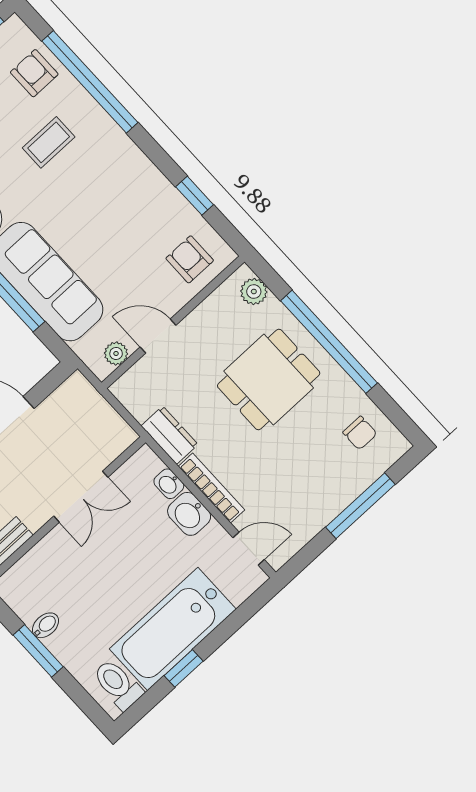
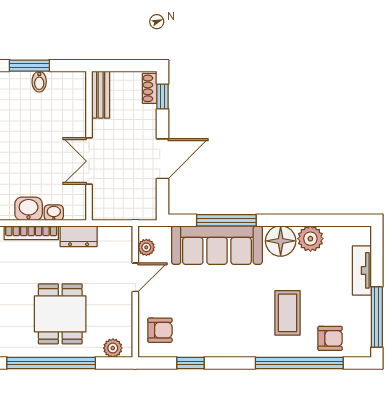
coffee table: (49, 142) -> (287, 313), width x1.36, depth x1.30

